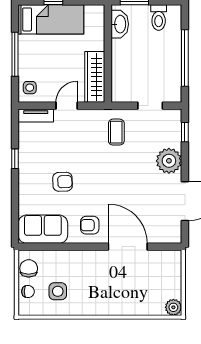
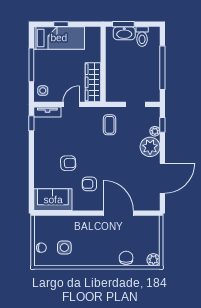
washbasin: (120, 24) -> (124, 33), moved, turned 90
plant: (175, 140) -> (155, 131), added
window: (15, 159) -> (31, 123), moved
armchair: (90, 225) -> (89, 184), moved
chair: (29, 268) -> (126, 258), moved

